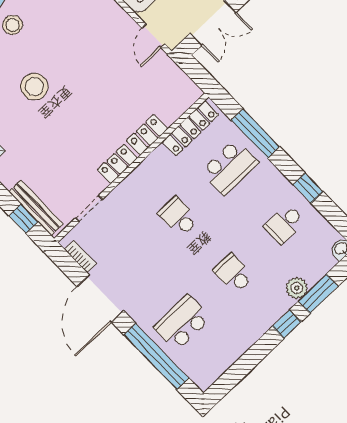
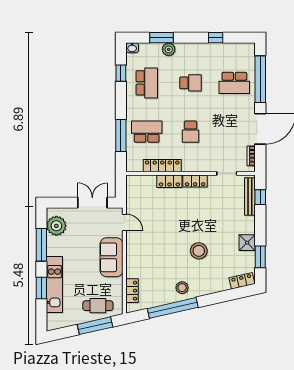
door: (153, 36) -> (124, 222), hinge flipped
locker: (190, 128) -> (162, 166), moved
window: (308, 188) -> (121, 73), moved
school desk: (285, 224) -> (147, 83), width x1.85
school desk: (233, 273) -> (191, 83), turned -90
window: (287, 324) -> (216, 38), moved

